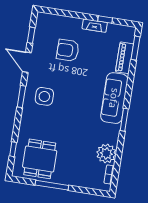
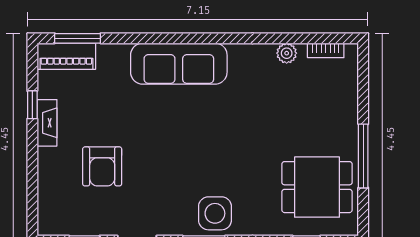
piano: (125, 58) -> (66, 56), moved
side table: (44, 96) -> (215, 213), moved
window: (124, 120) -> (217, 38), removed
plant: (106, 154) -> (287, 53), width x0.53, depth x0.53

